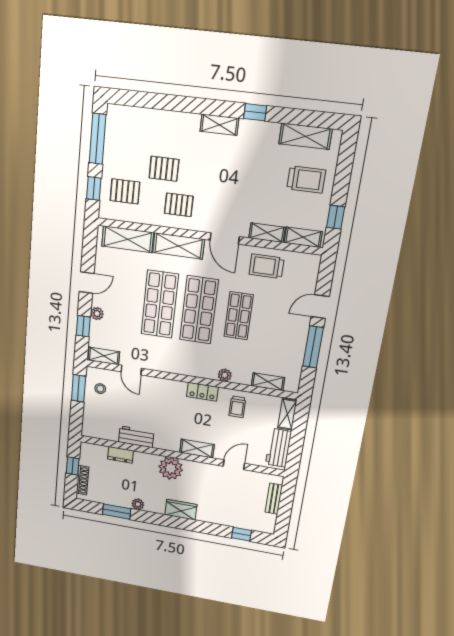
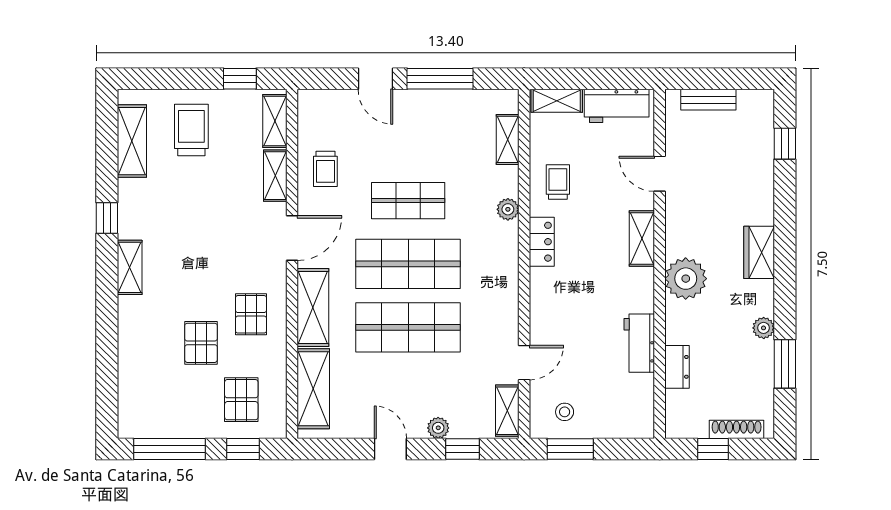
trolley: (266, 266) -> (325, 169), width x0.73, depth x0.72
trolley: (237, 407) -> (558, 182), turned -90

